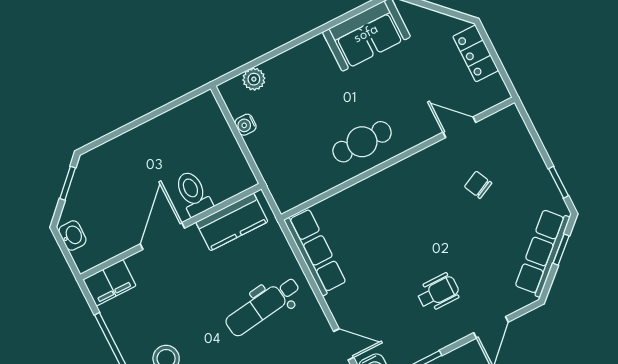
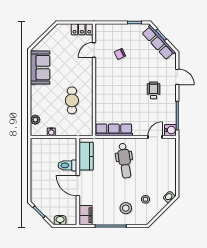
locker: (476, 53) -> (82, 29), moved
cafe table: (362, 142) -> (72, 100), moved

